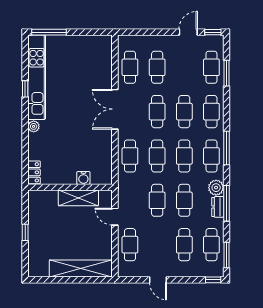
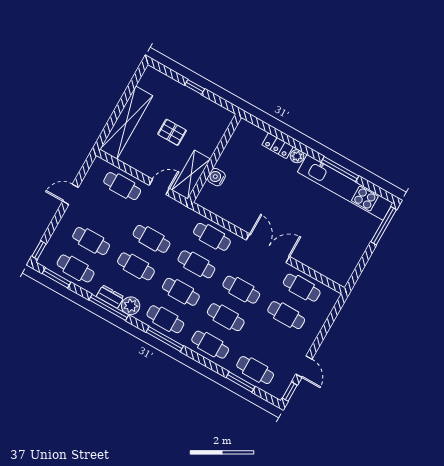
window: (25, 89) -> (340, 169), width x2.17
locker: (34, 172) -> (278, 146), moved
shelving: (78, 198) -> (191, 175), moved
pallet: (69, 230) -> (172, 132), added

